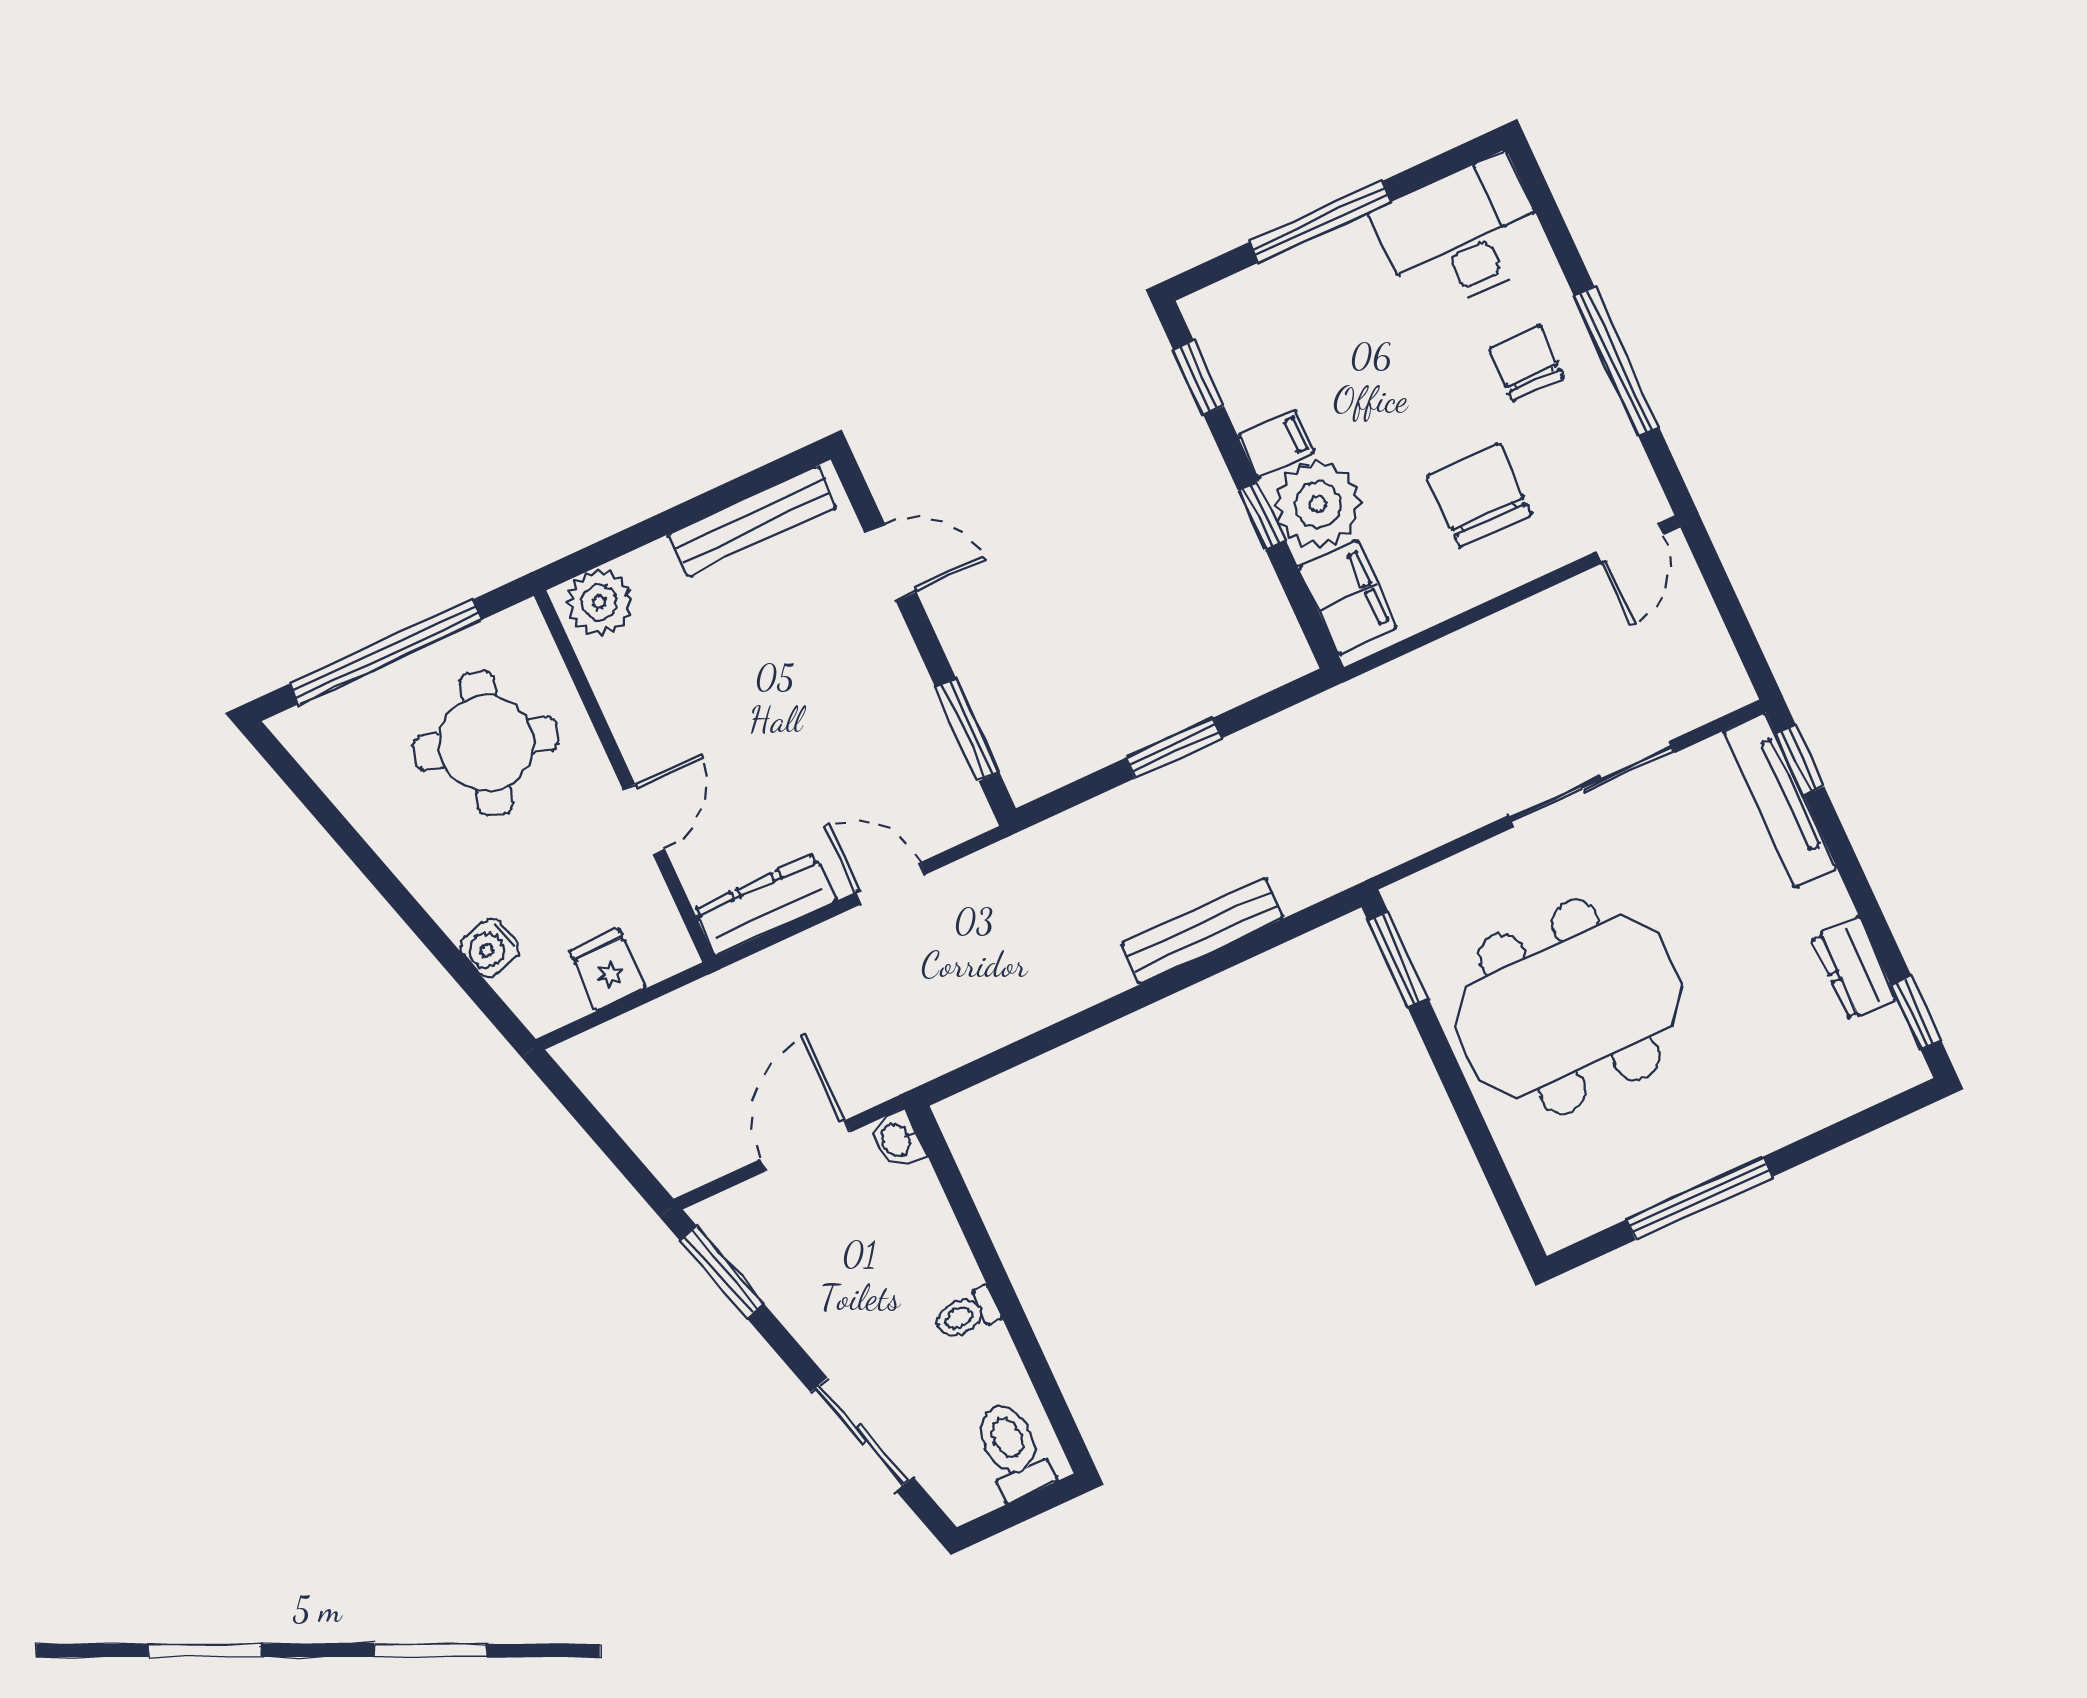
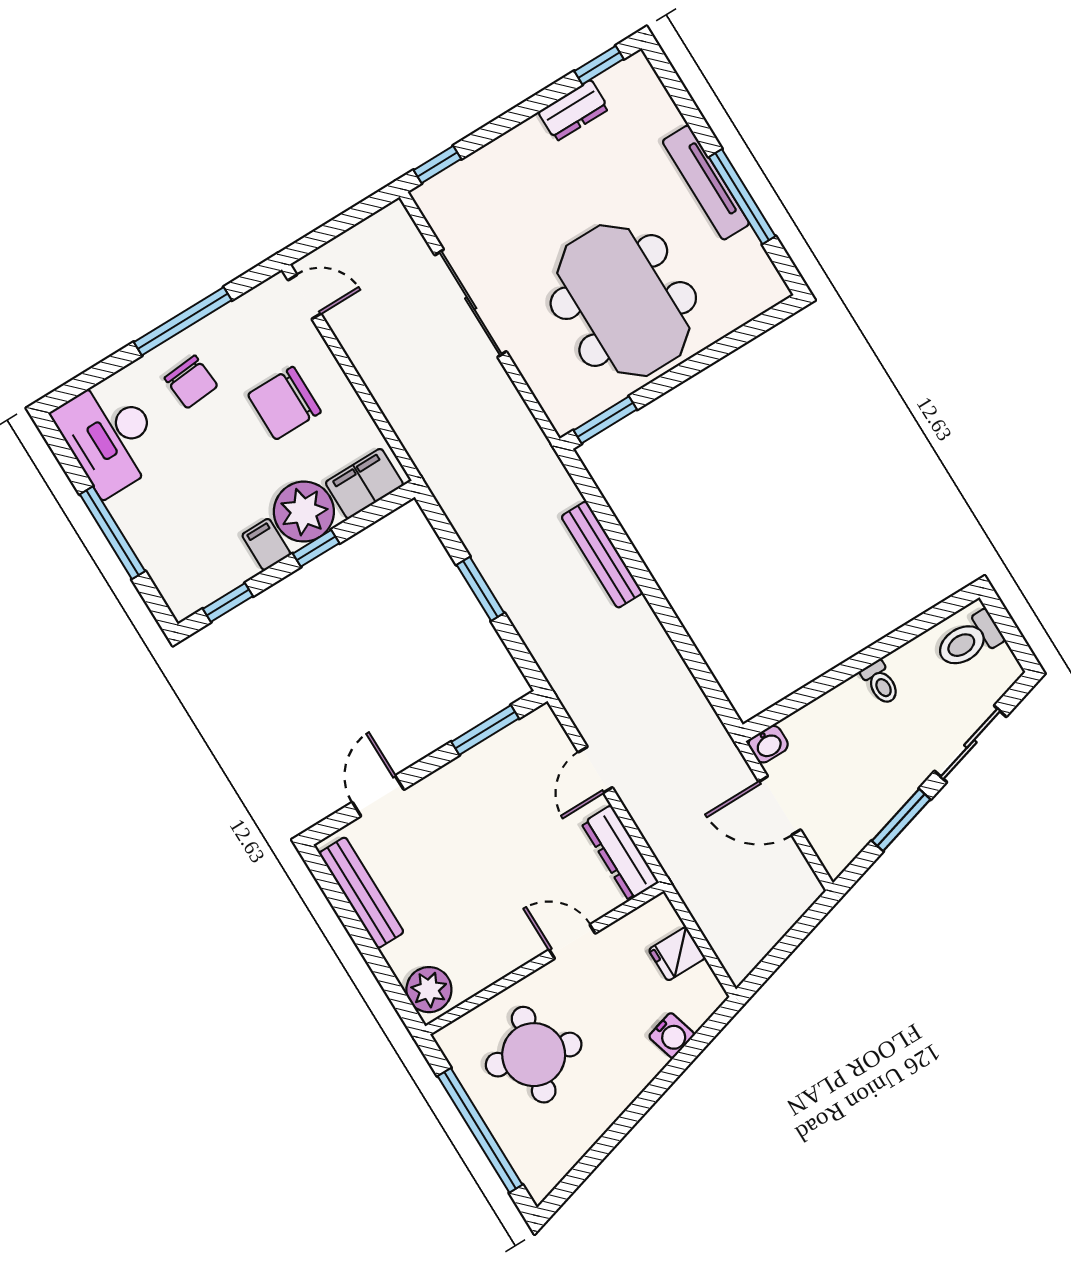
chair: (1526, 363) -> (191, 382), turned -95
tv unit: (1780, 800) -> (706, 183), moved, turned 90
window: (722, 1272) -> (901, 820), moved

